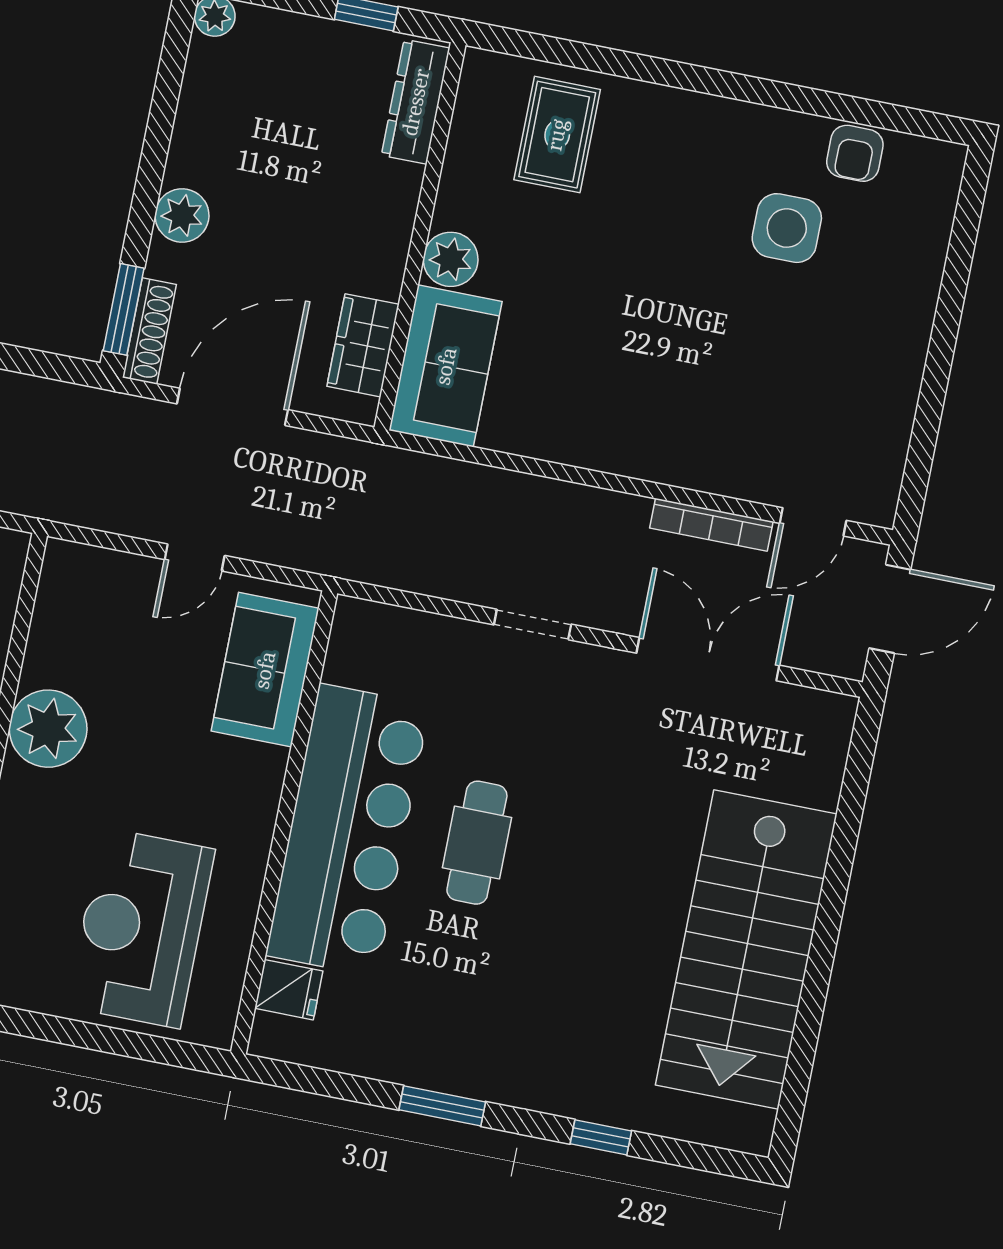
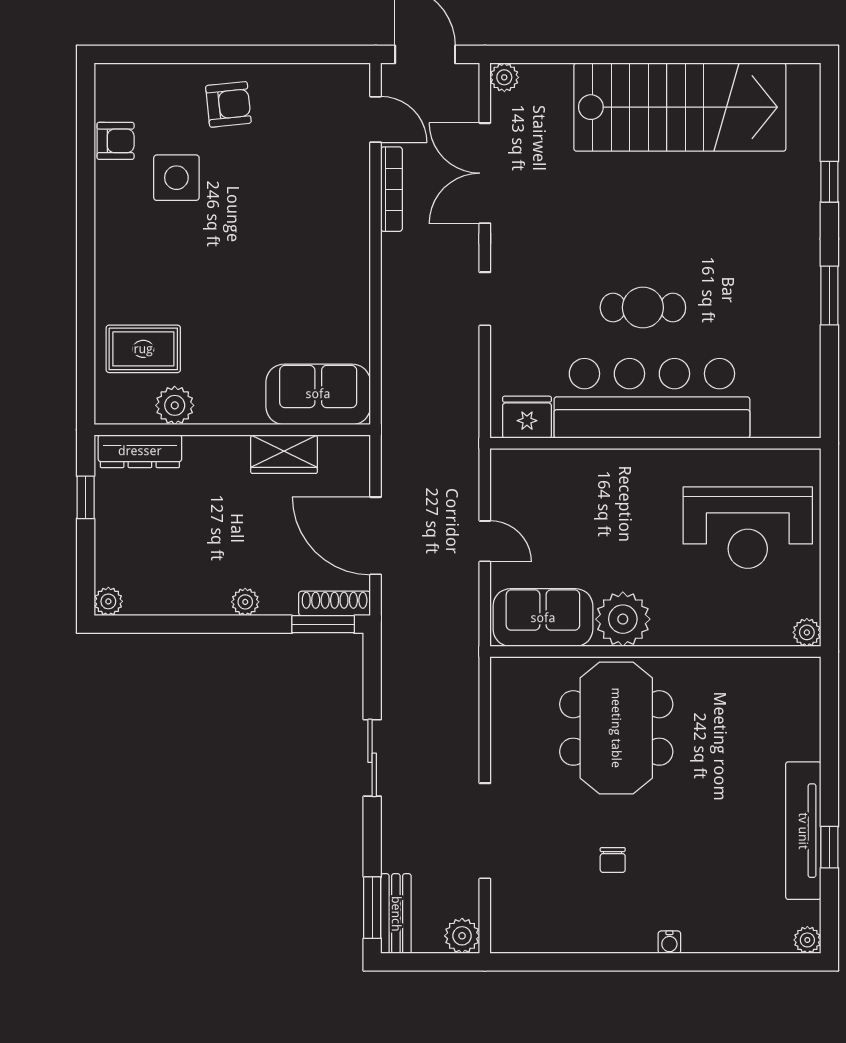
plant: (182, 215) -> (245, 602), width x0.73, depth x0.73
plant: (451, 259) -> (175, 405), moved
armchair: (875, 321) -> (228, 104), added
wardrobe: (363, 345) -> (284, 454), moved
sofa: (265, 670) -> (543, 618), moved, turned 180
plant: (836, 713) -> (504, 77), added
fridge: (289, 990) -> (527, 417), moved, width x1.38

